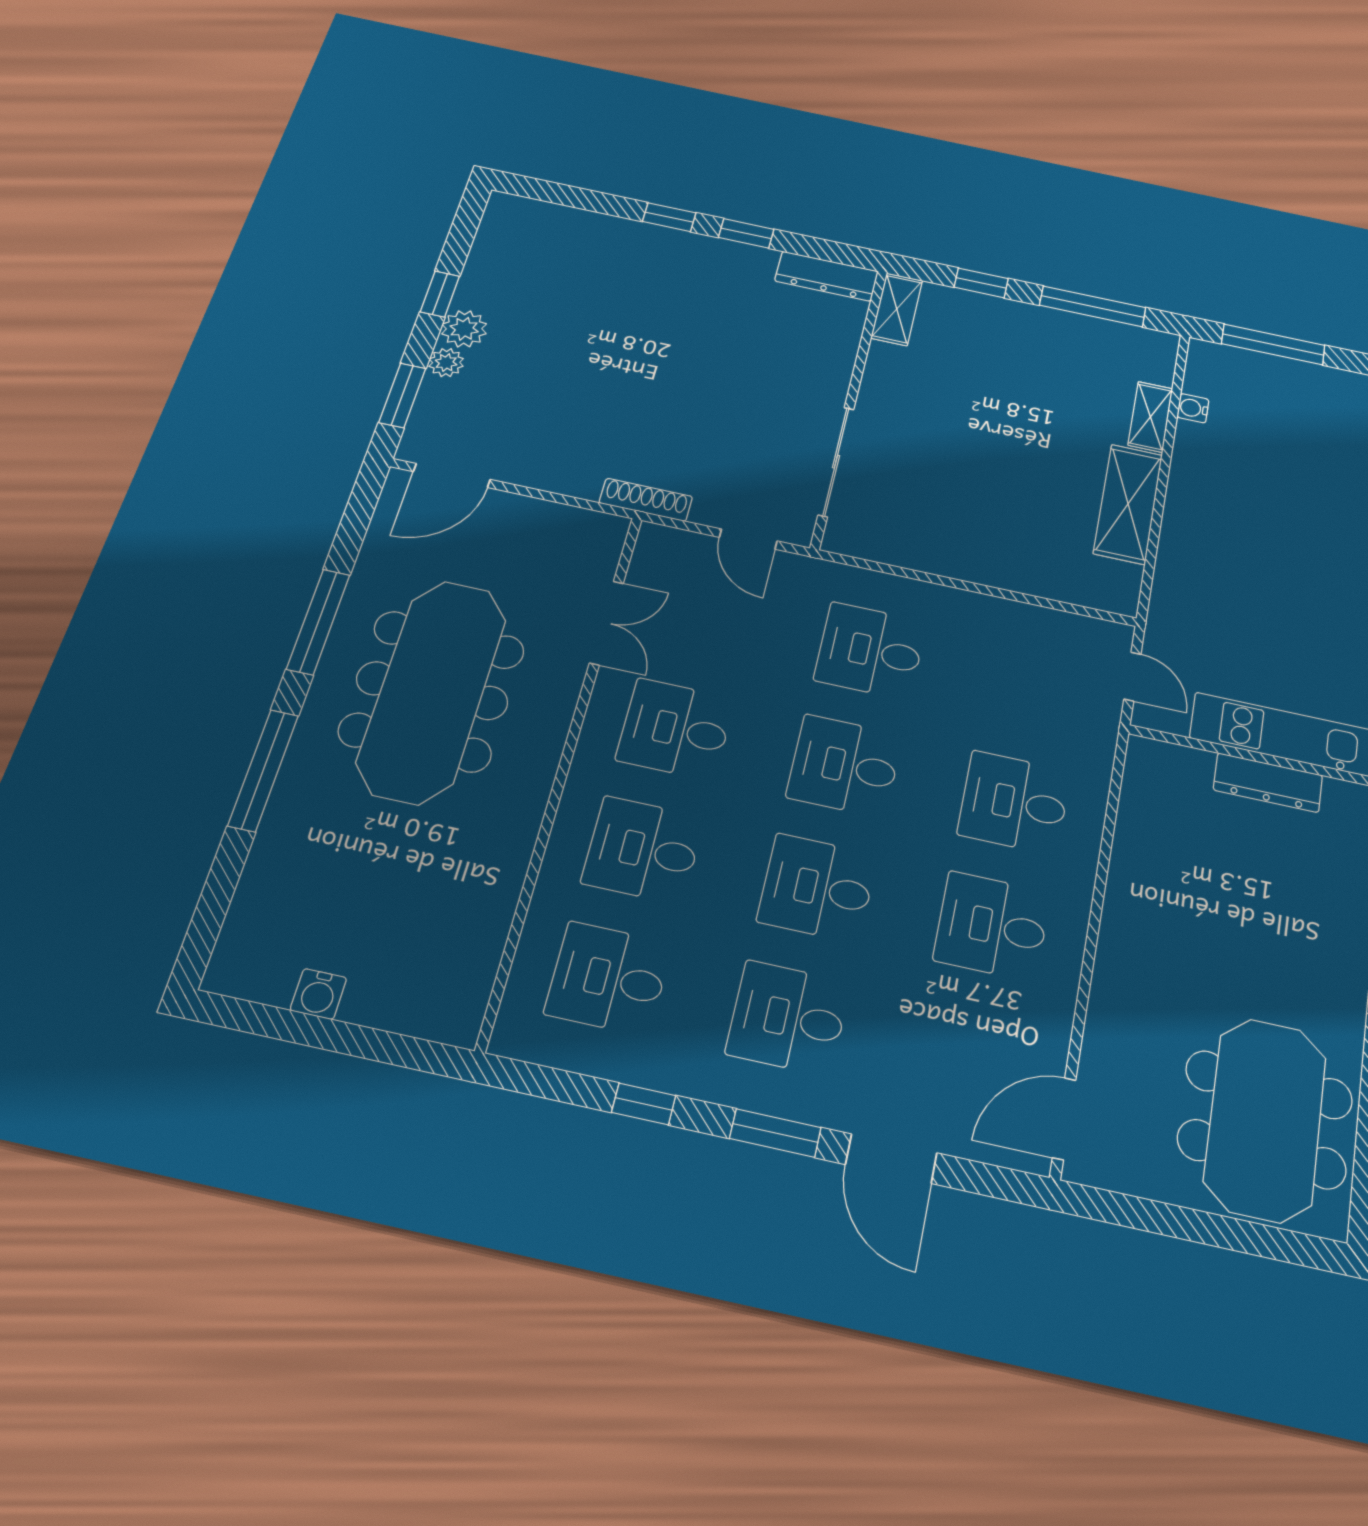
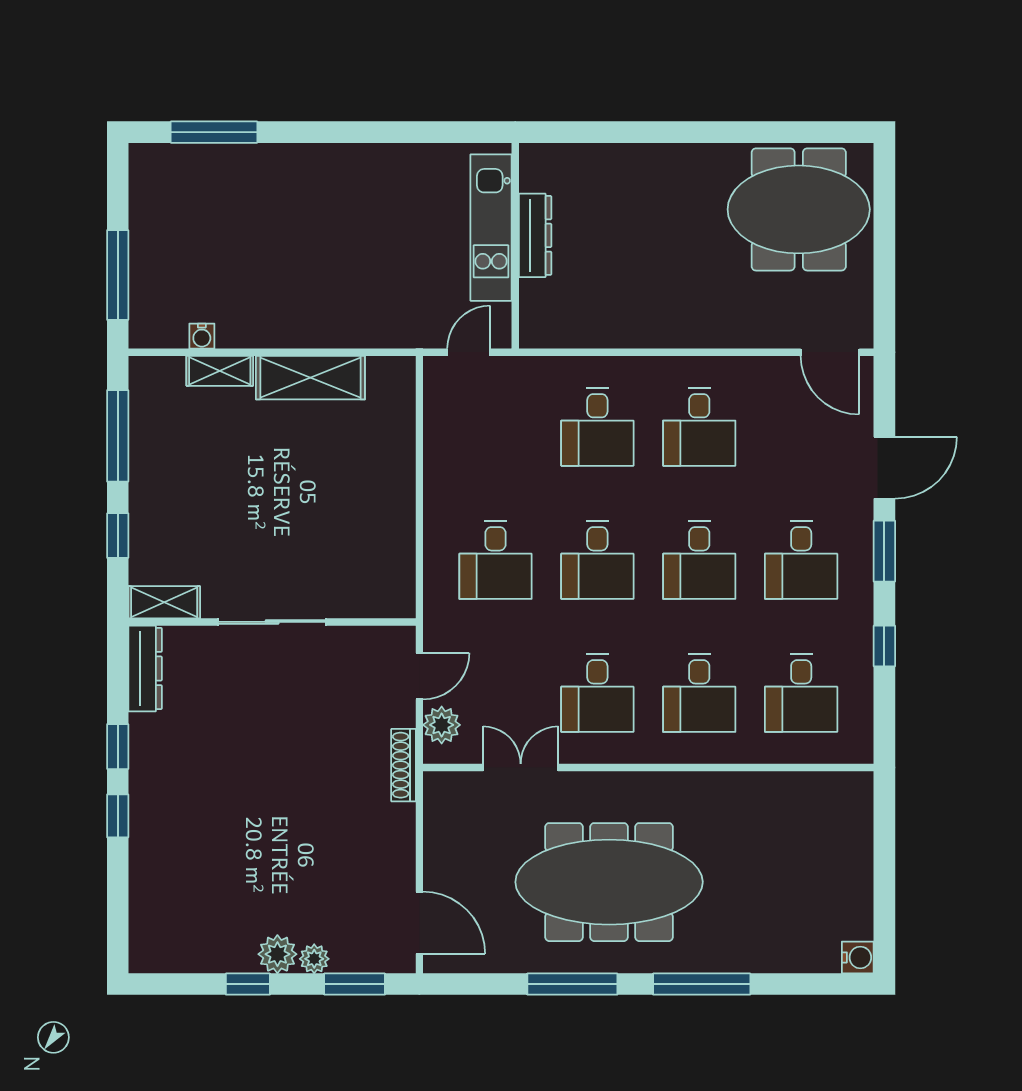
sliding door: (836, 462) -> (272, 622), moved
plant: (683, 550) -> (442, 725), added
water cooler: (318, 994) -> (858, 957), moved

